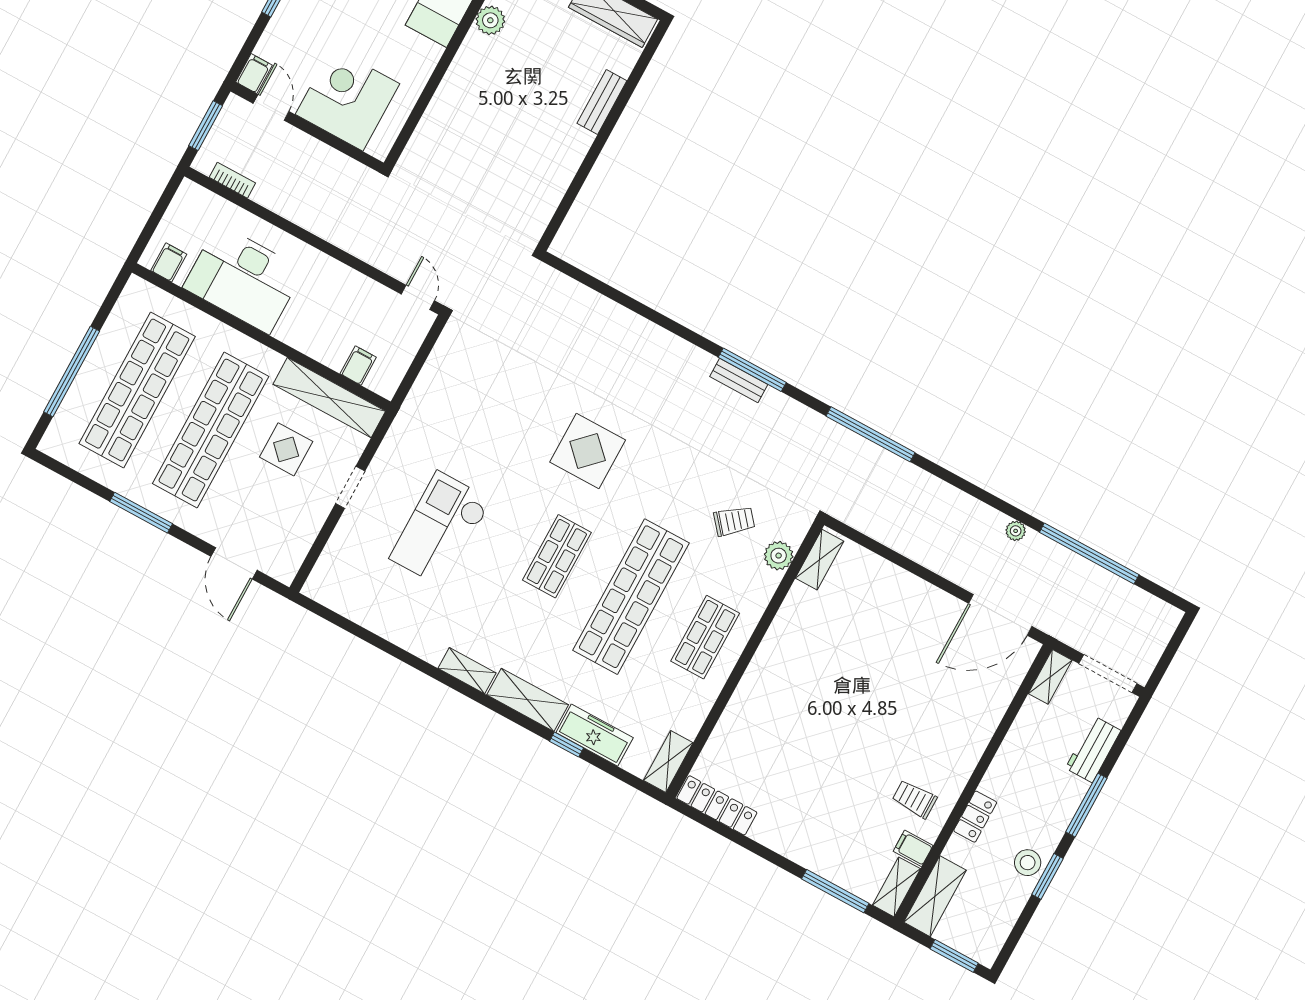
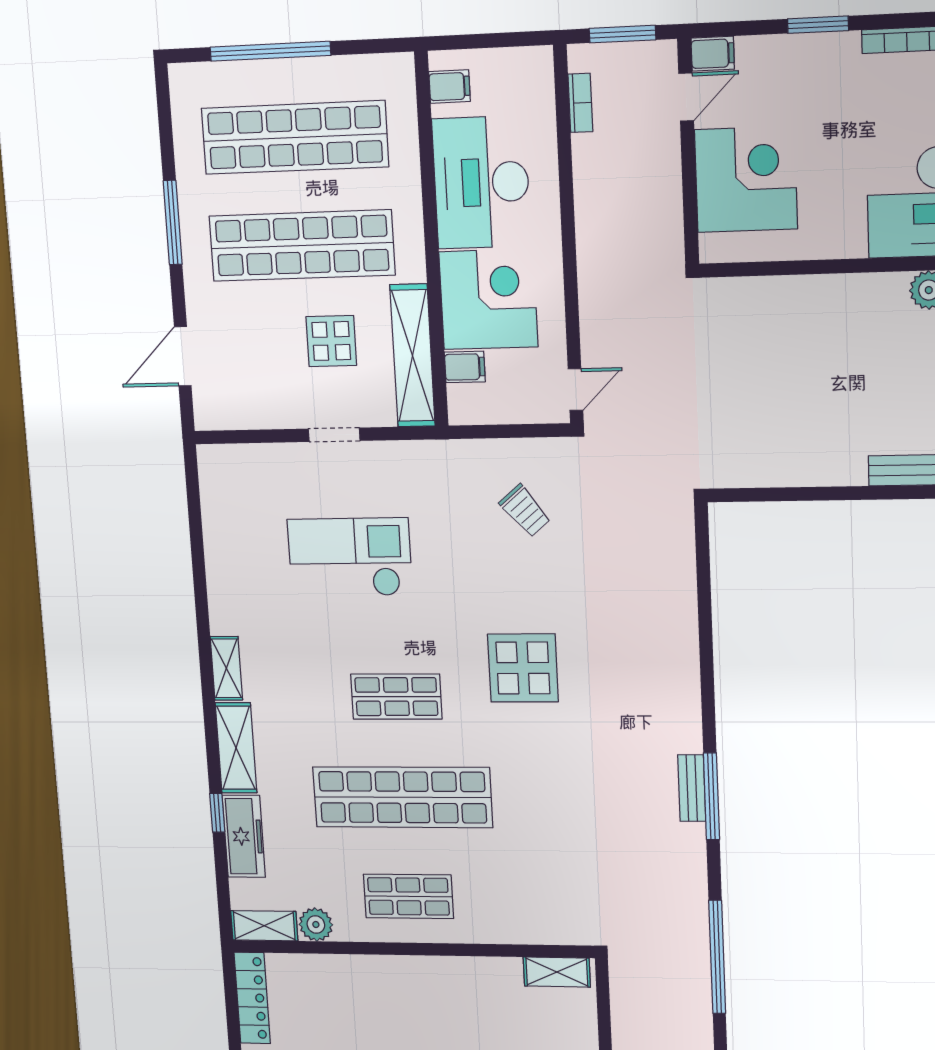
corner desk: (323, 321) -> (488, 299), added
trolley: (734, 521) -> (525, 511), moved
plant: (779, 556) -> (316, 925), moved

